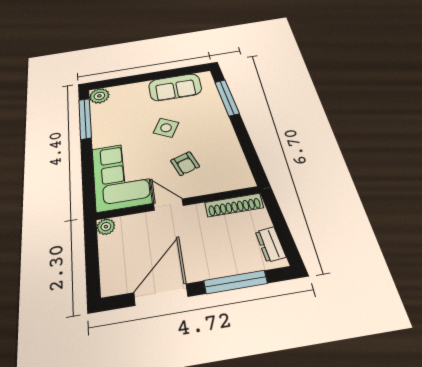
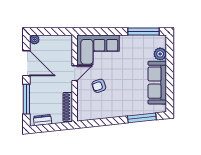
sofa: (175, 87) -> (157, 83), width x1.36
plant: (99, 96) -> (160, 54), moved
side table: (166, 128) -> (126, 79), removed
plant: (106, 227) -> (34, 39), moved

